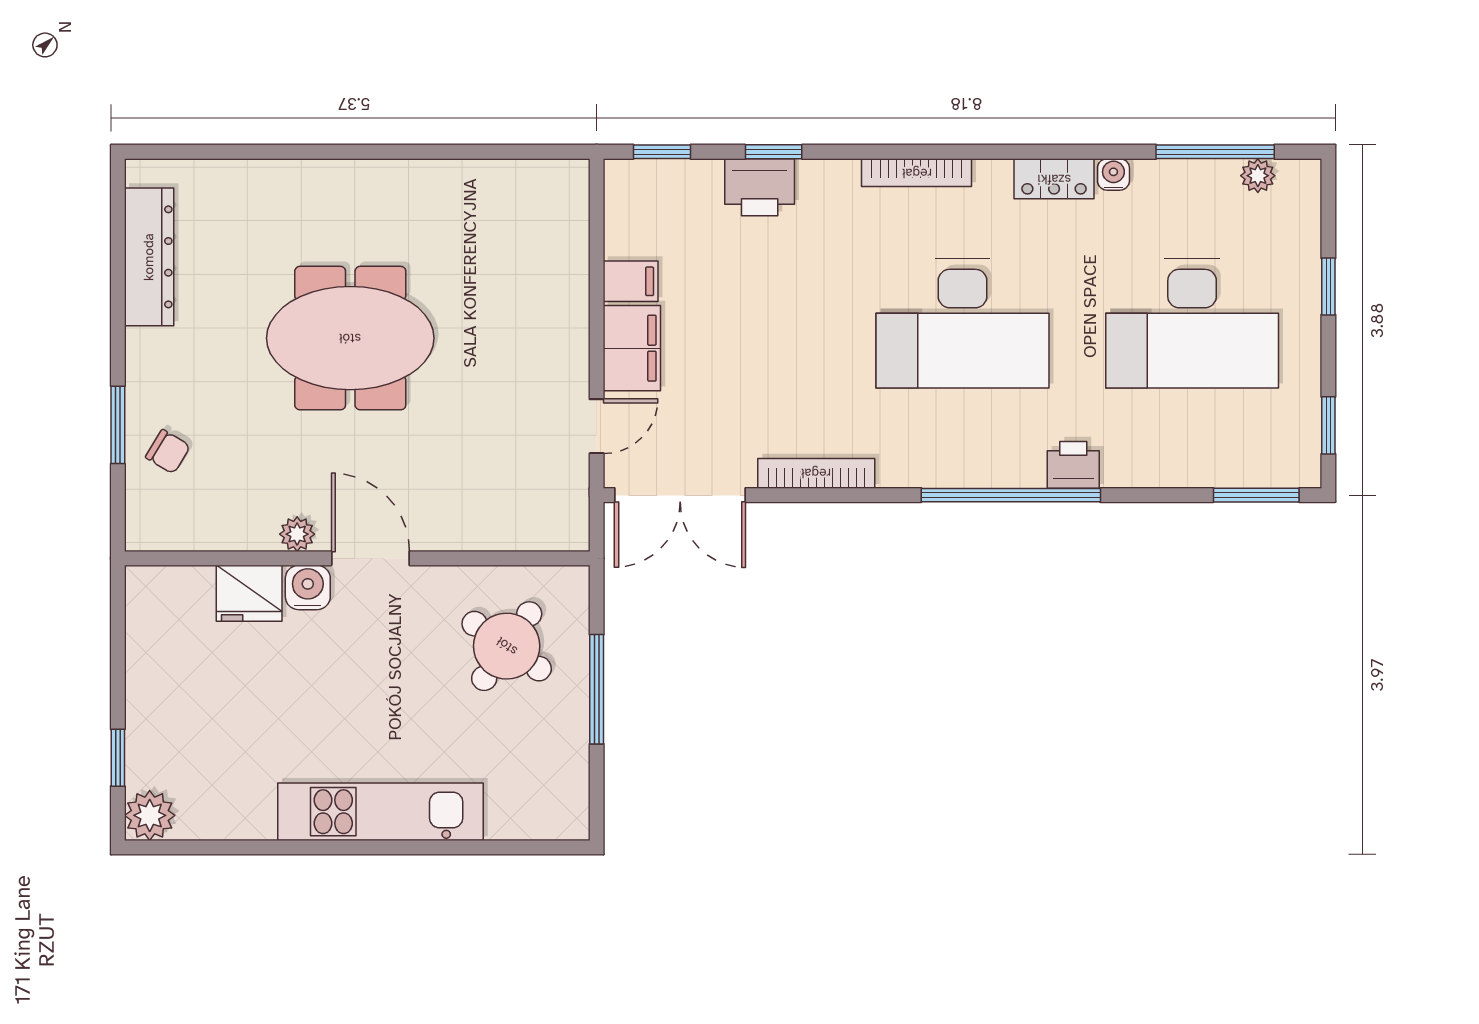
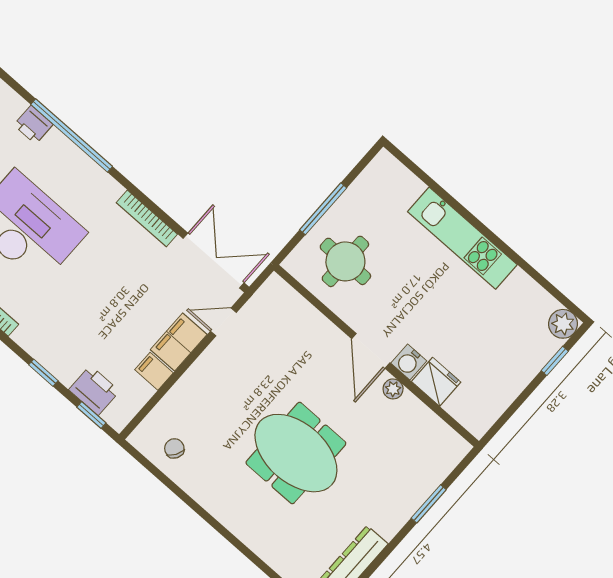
printer: (760, 187) -> (94, 390), moved
chair: (168, 452) -> (174, 448), moved
round table: (507, 646) -> (345, 261), turned -35

